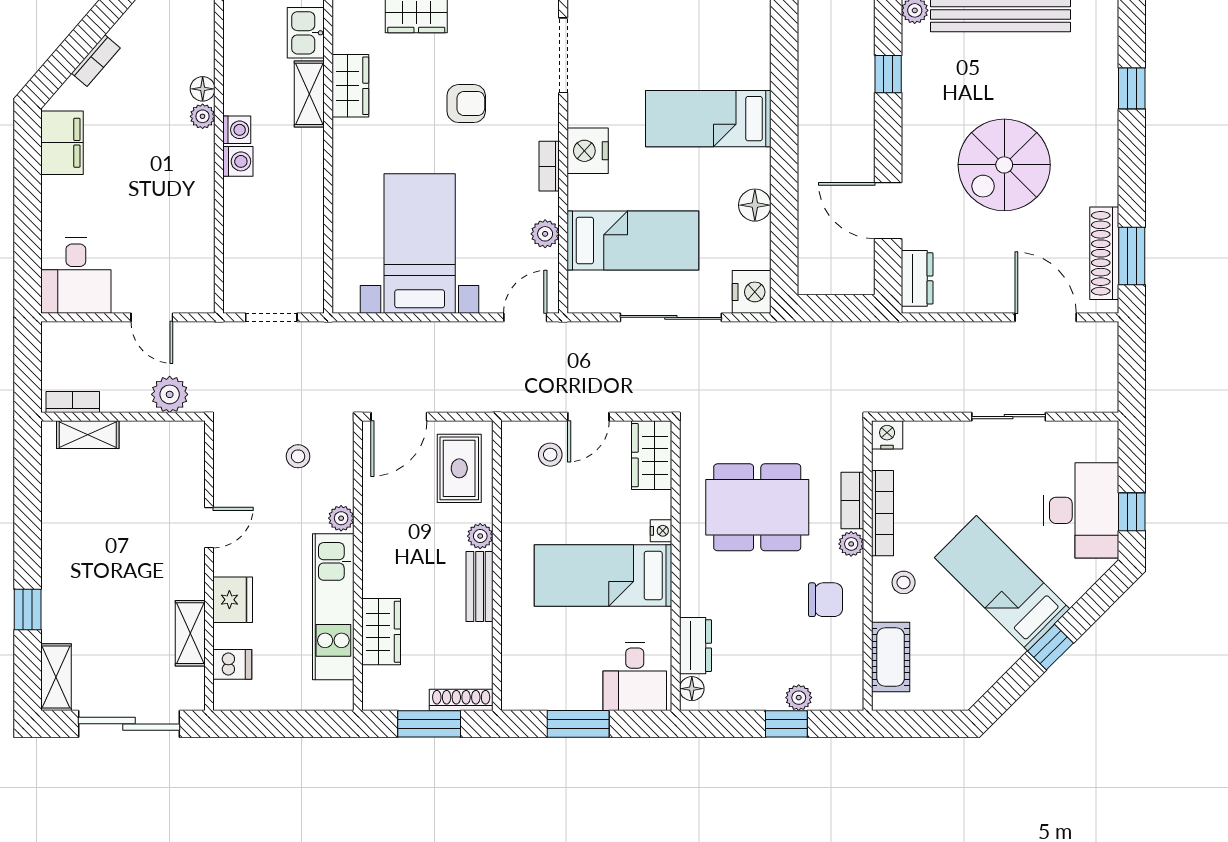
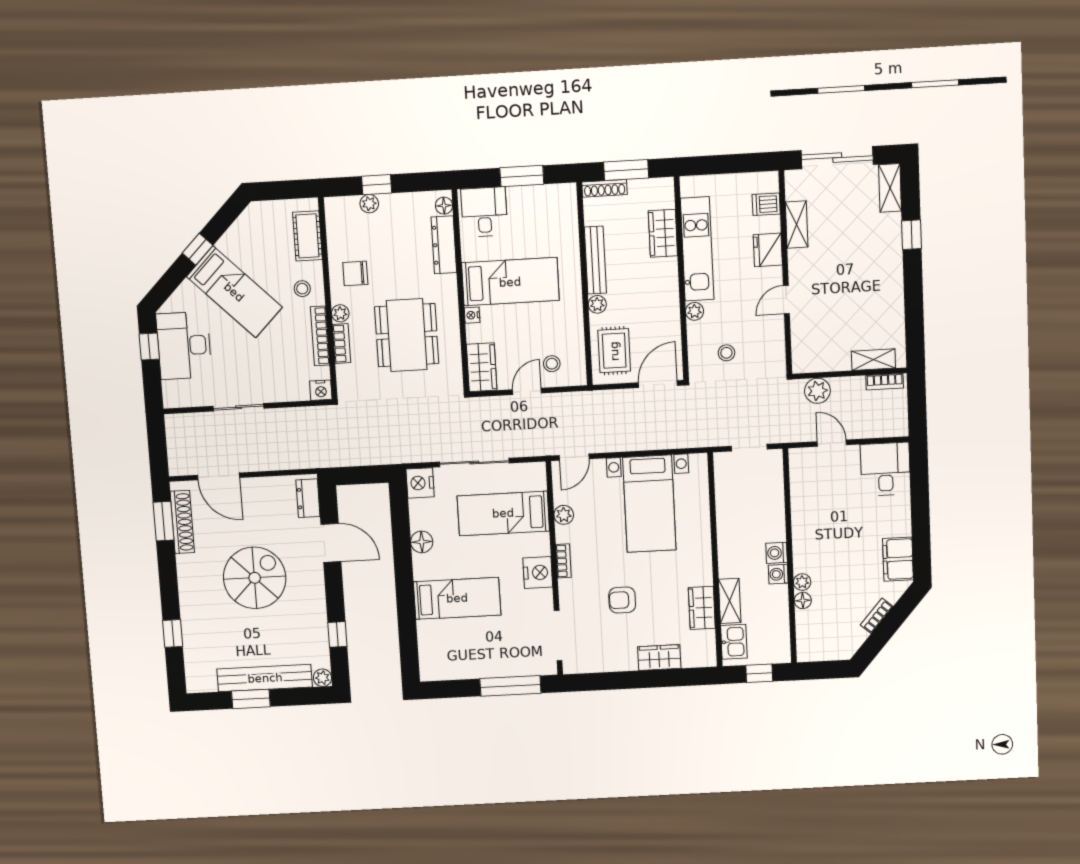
dining table: (757, 507) -> (407, 335), turned 90
bench: (480, 586) -> (595, 260), width x1.36
dresser: (696, 646) -> (444, 245), width x1.44

